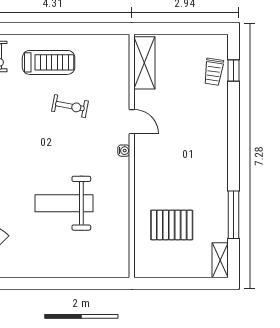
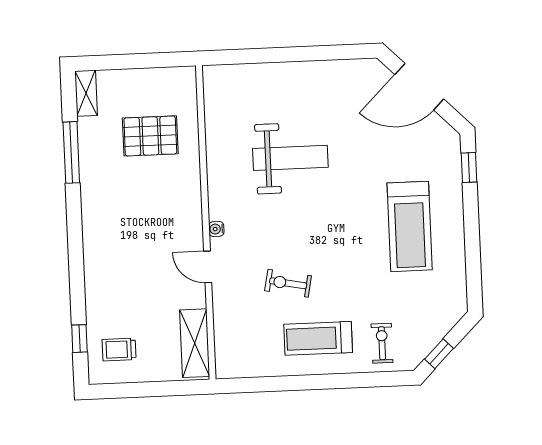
trolley: (214, 72) -> (119, 349), moved, turned -98

